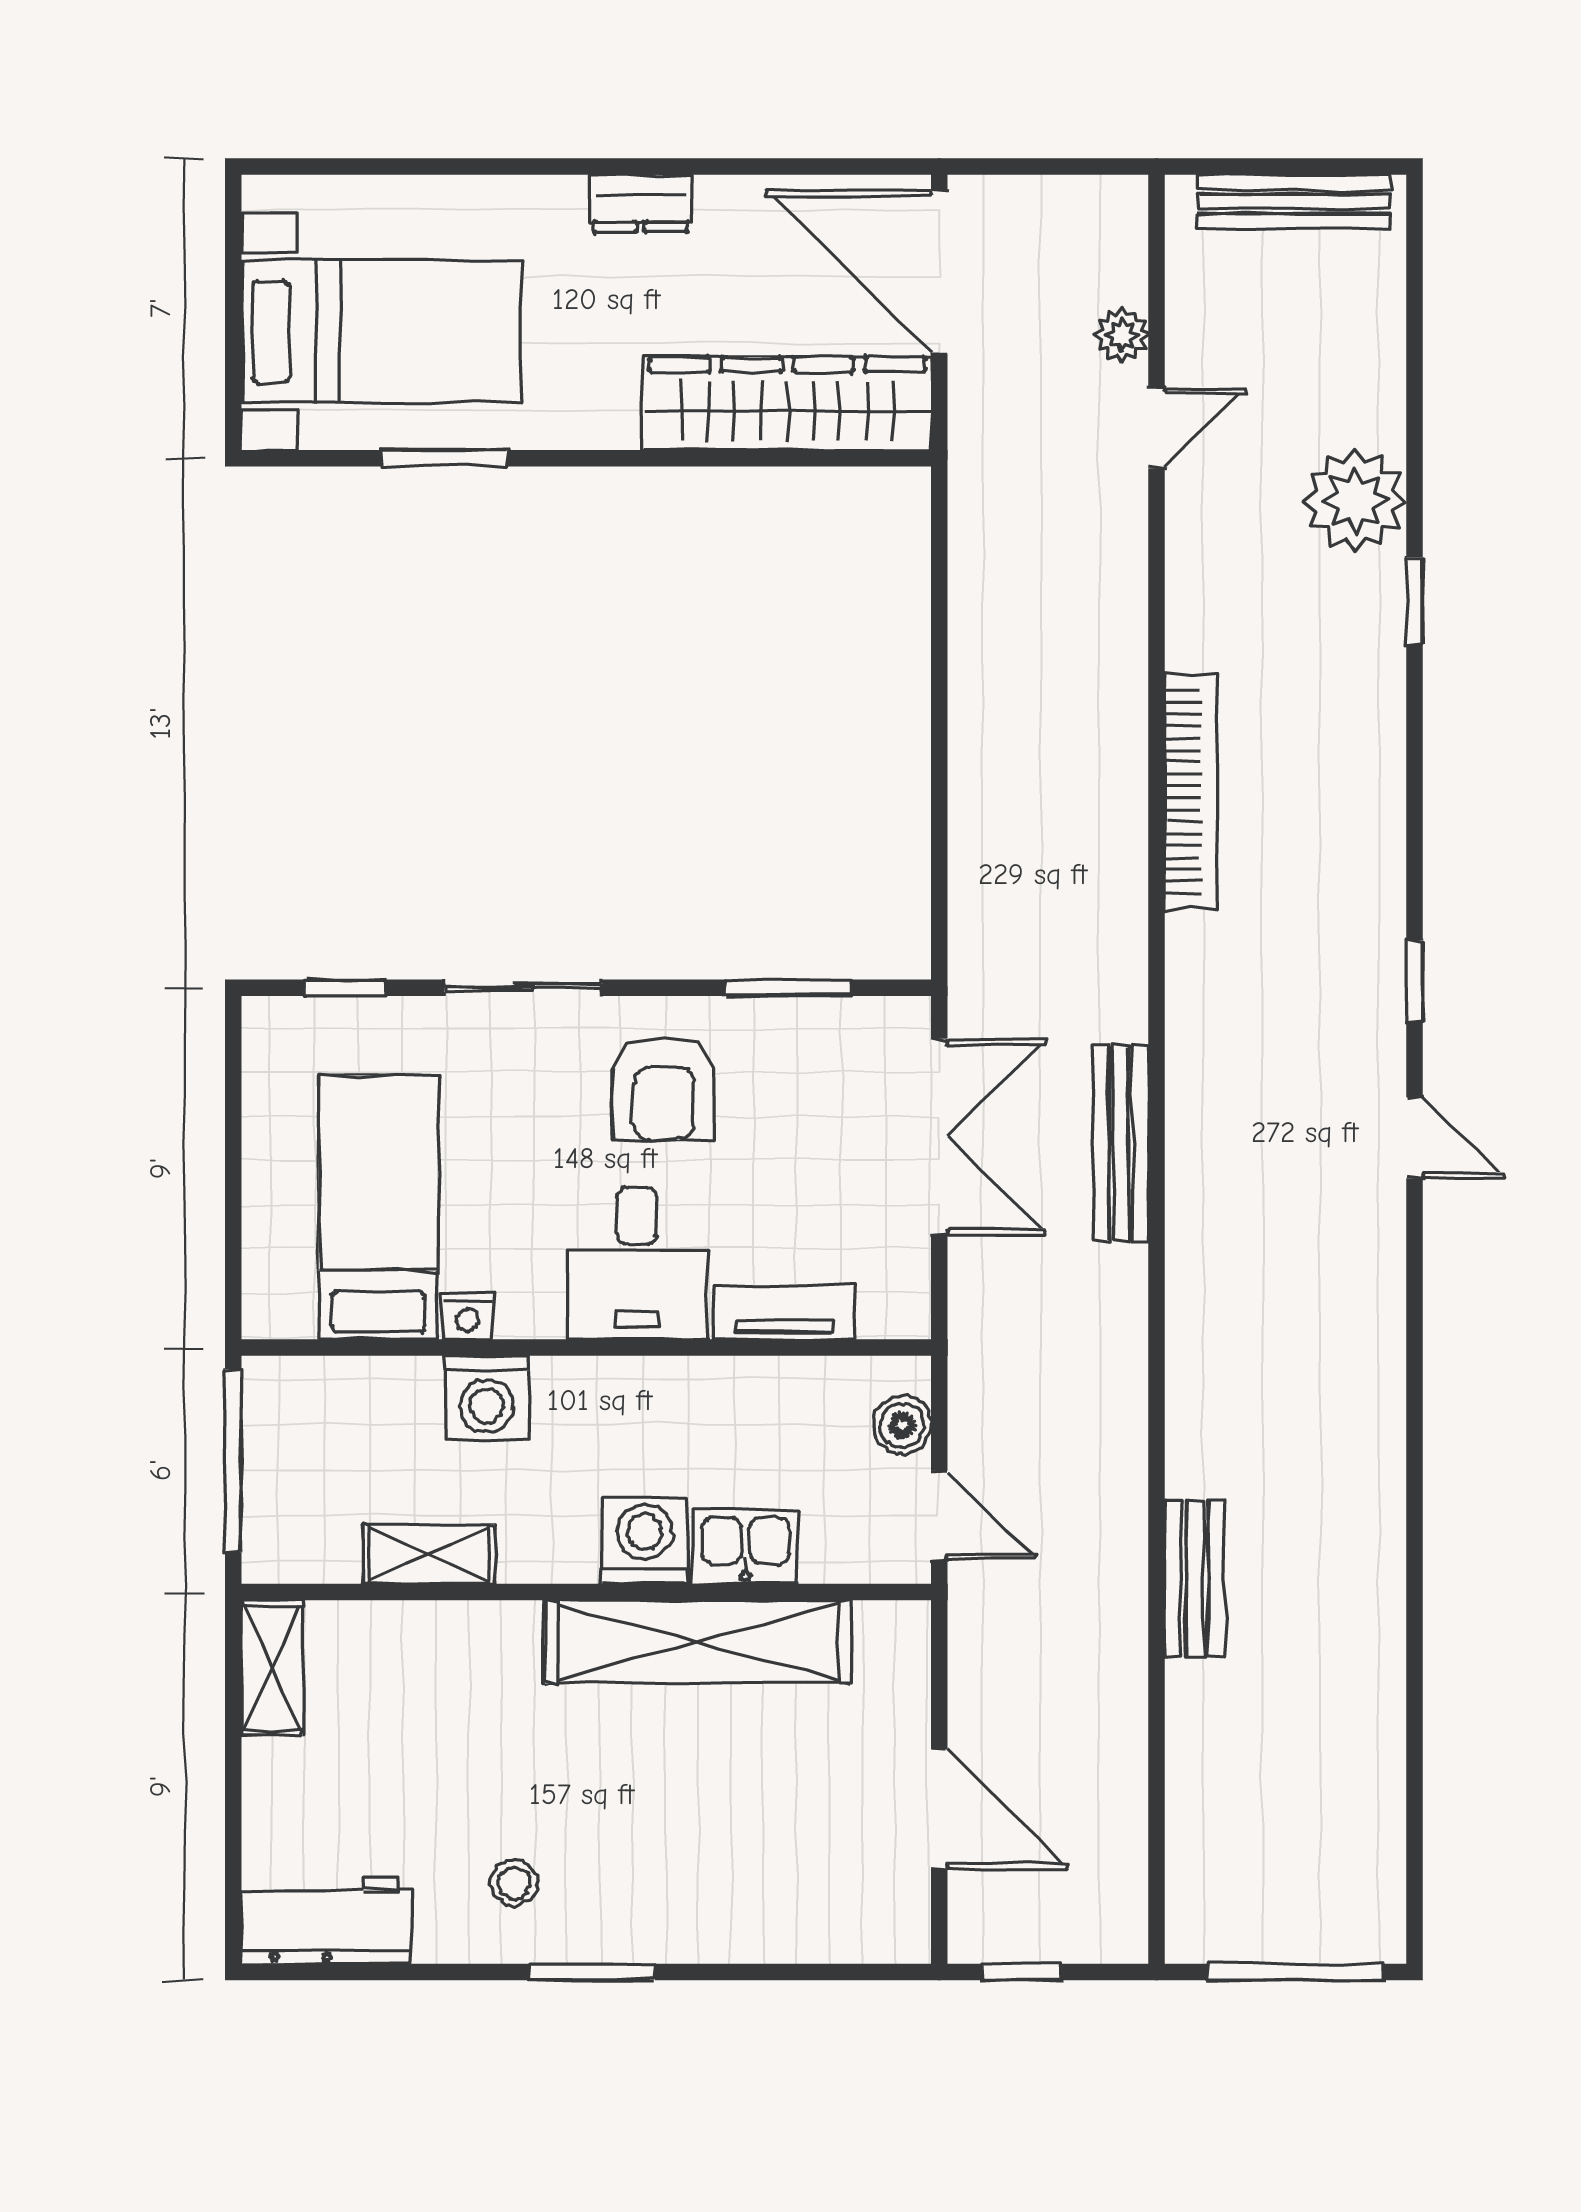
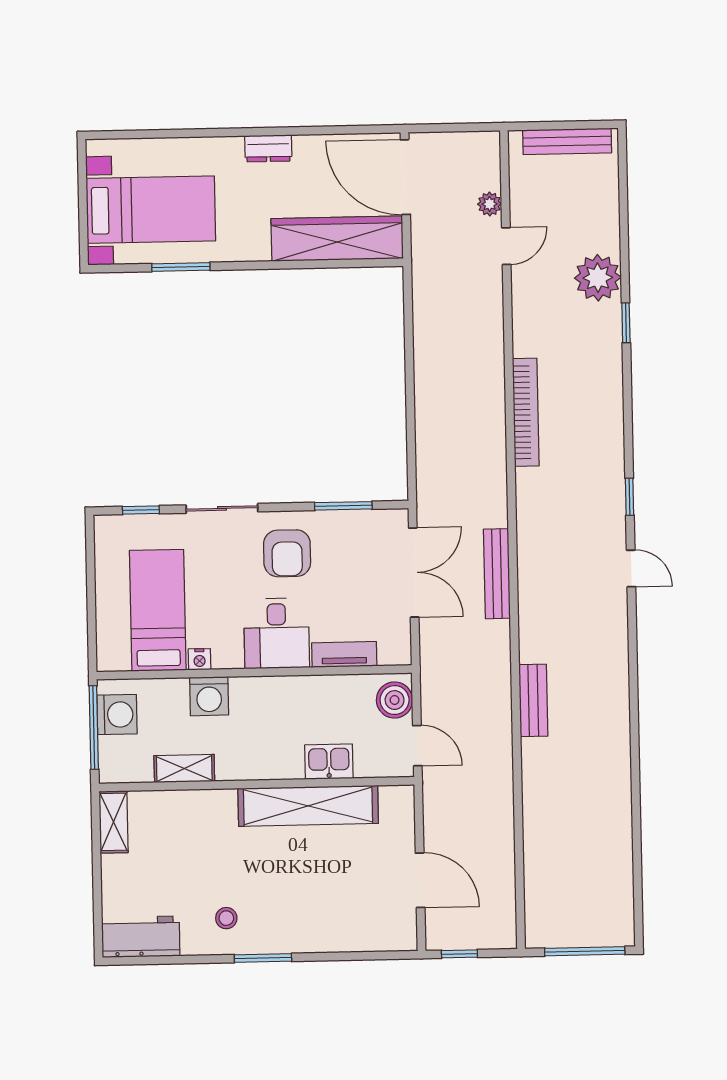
boiler: (902, 1425) -> (395, 700), width x1.36, depth x1.36
washing machine: (645, 1541) -> (117, 715), moved, turned 90
bench: (1195, 1579) -> (533, 700), moved

